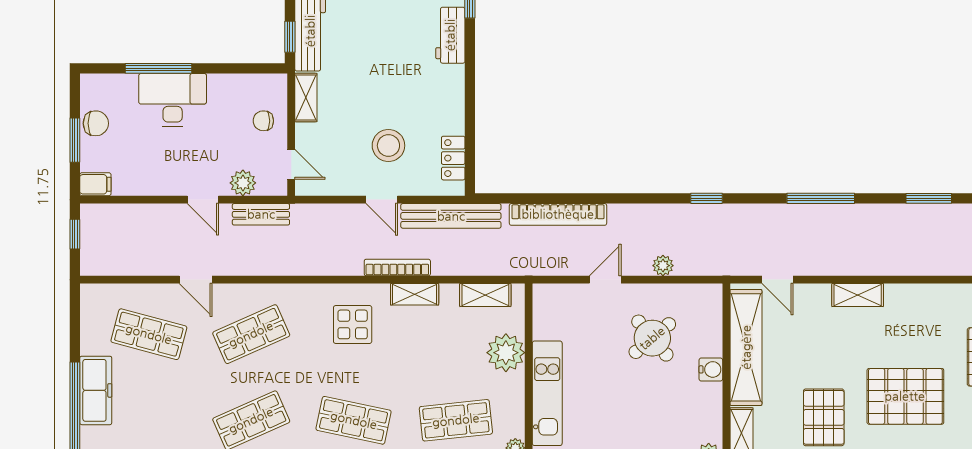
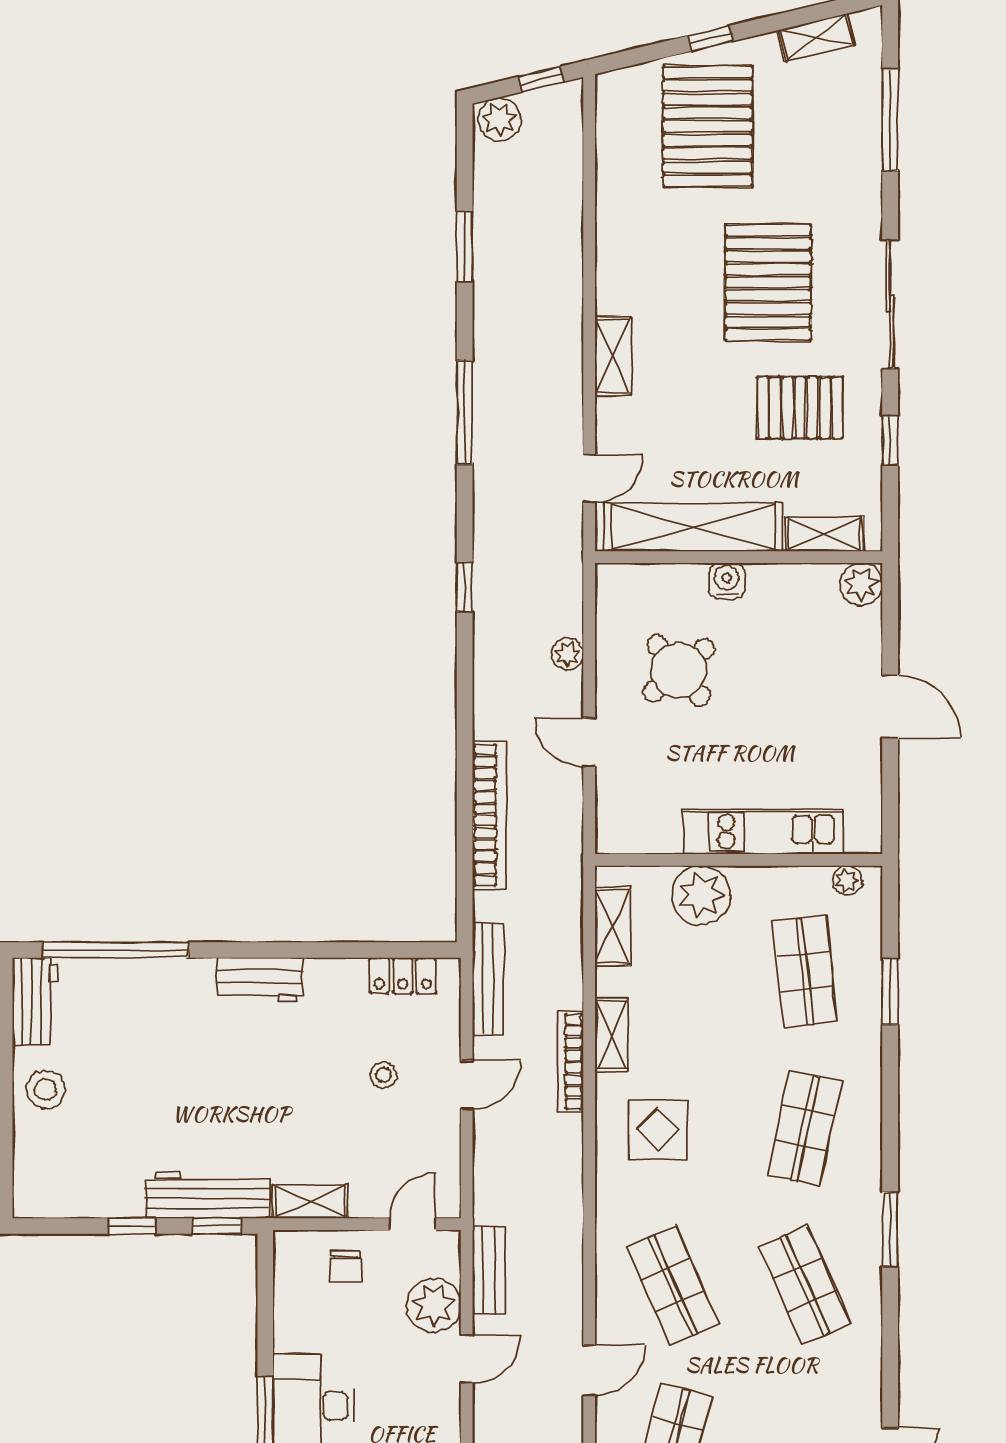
workbench: (450, 35) -> (260, 980), moved
stool: (388, 146) -> (384, 1075), width x0.53, depth x0.53
plant: (243, 183) -> (434, 1305), width x1.36, depth x1.36
bench: (451, 216) -> (488, 979), width x0.73, depth x0.82

